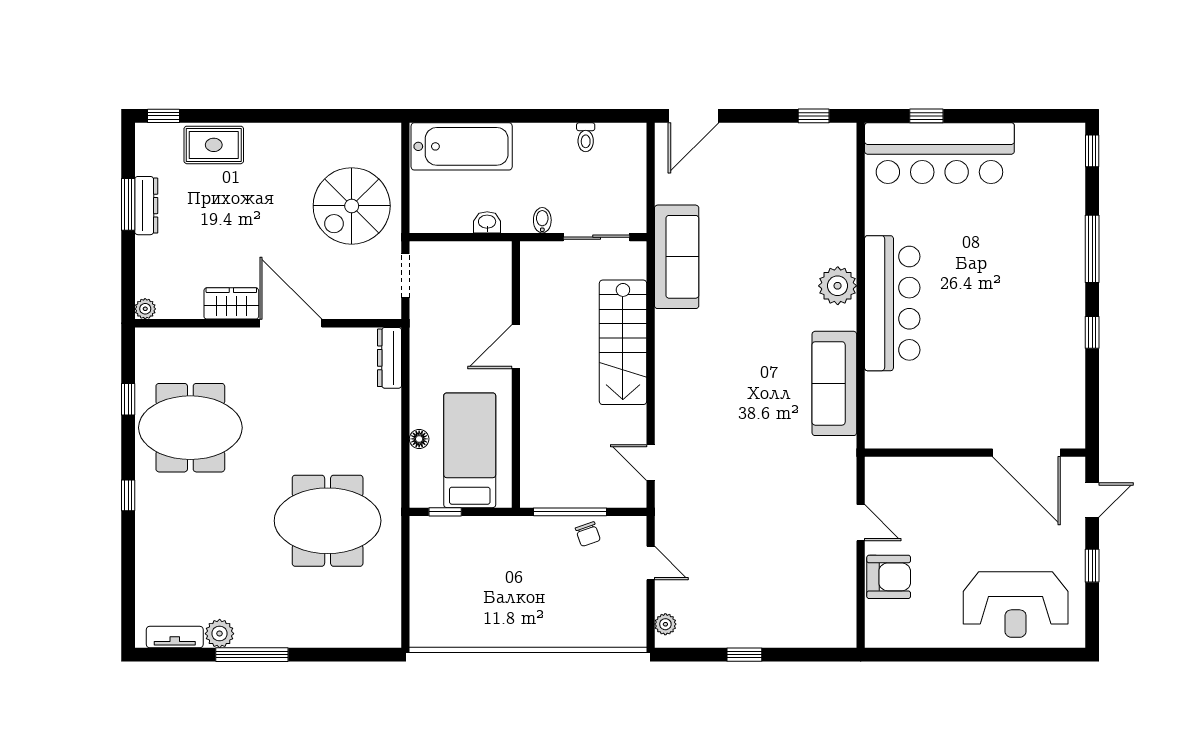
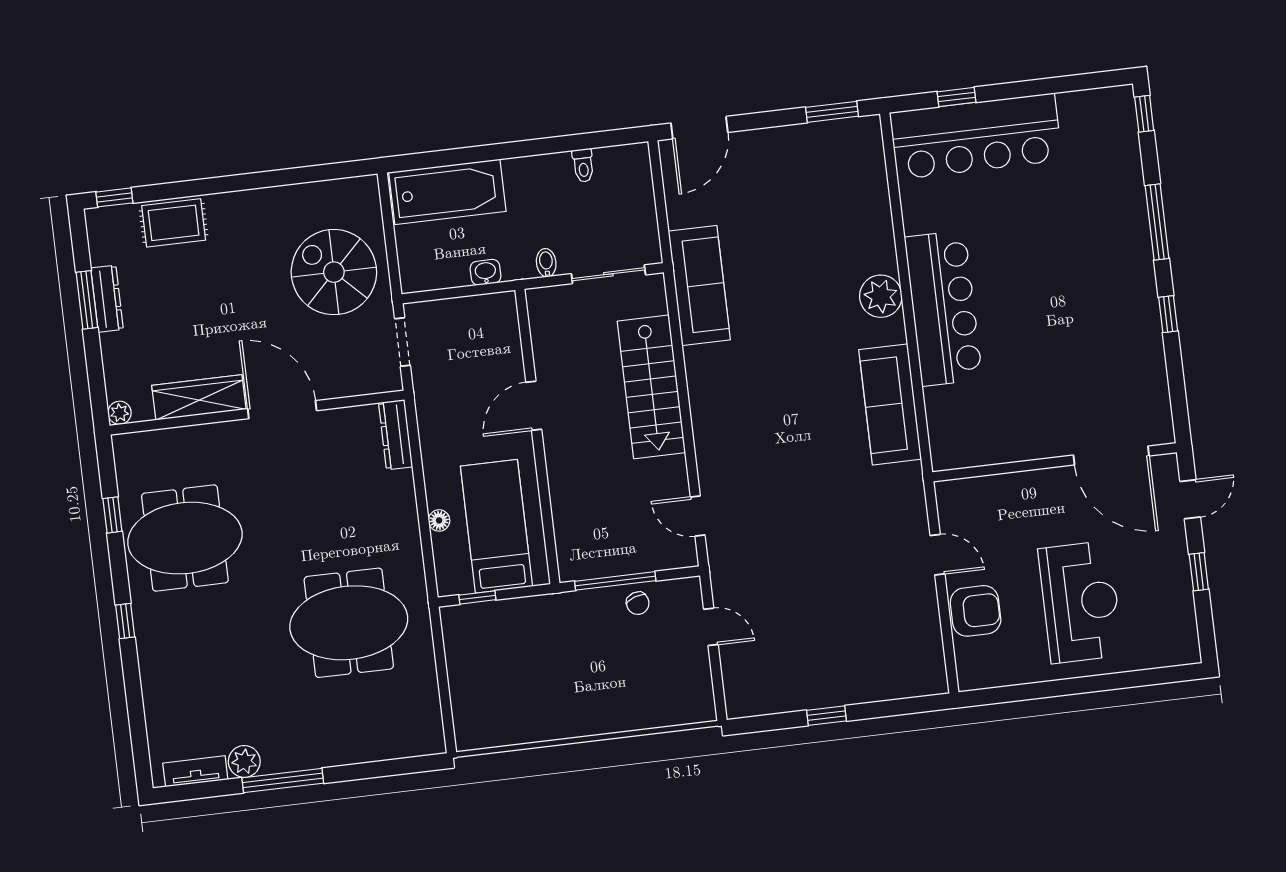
window: (814, 116) -> (832, 112), width x1.50
spiral stairs: (352, 206) -> (334, 272), turned 90
wardrobe: (231, 303) -> (199, 397), width x1.50
reception desk: (1016, 604) -> (1080, 602), moved, turned -90
plant: (665, 624) -> (735, 693), removed

